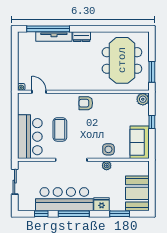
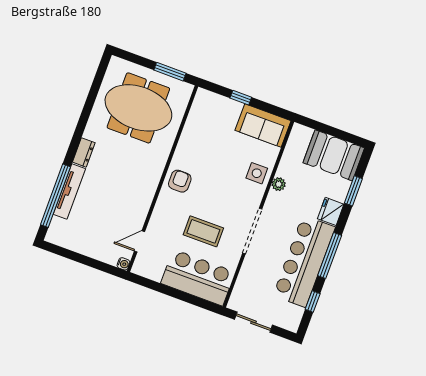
plant: (143, 99) -> (204, 99), removed
armchair: (86, 103) -> (180, 181), turned 180

